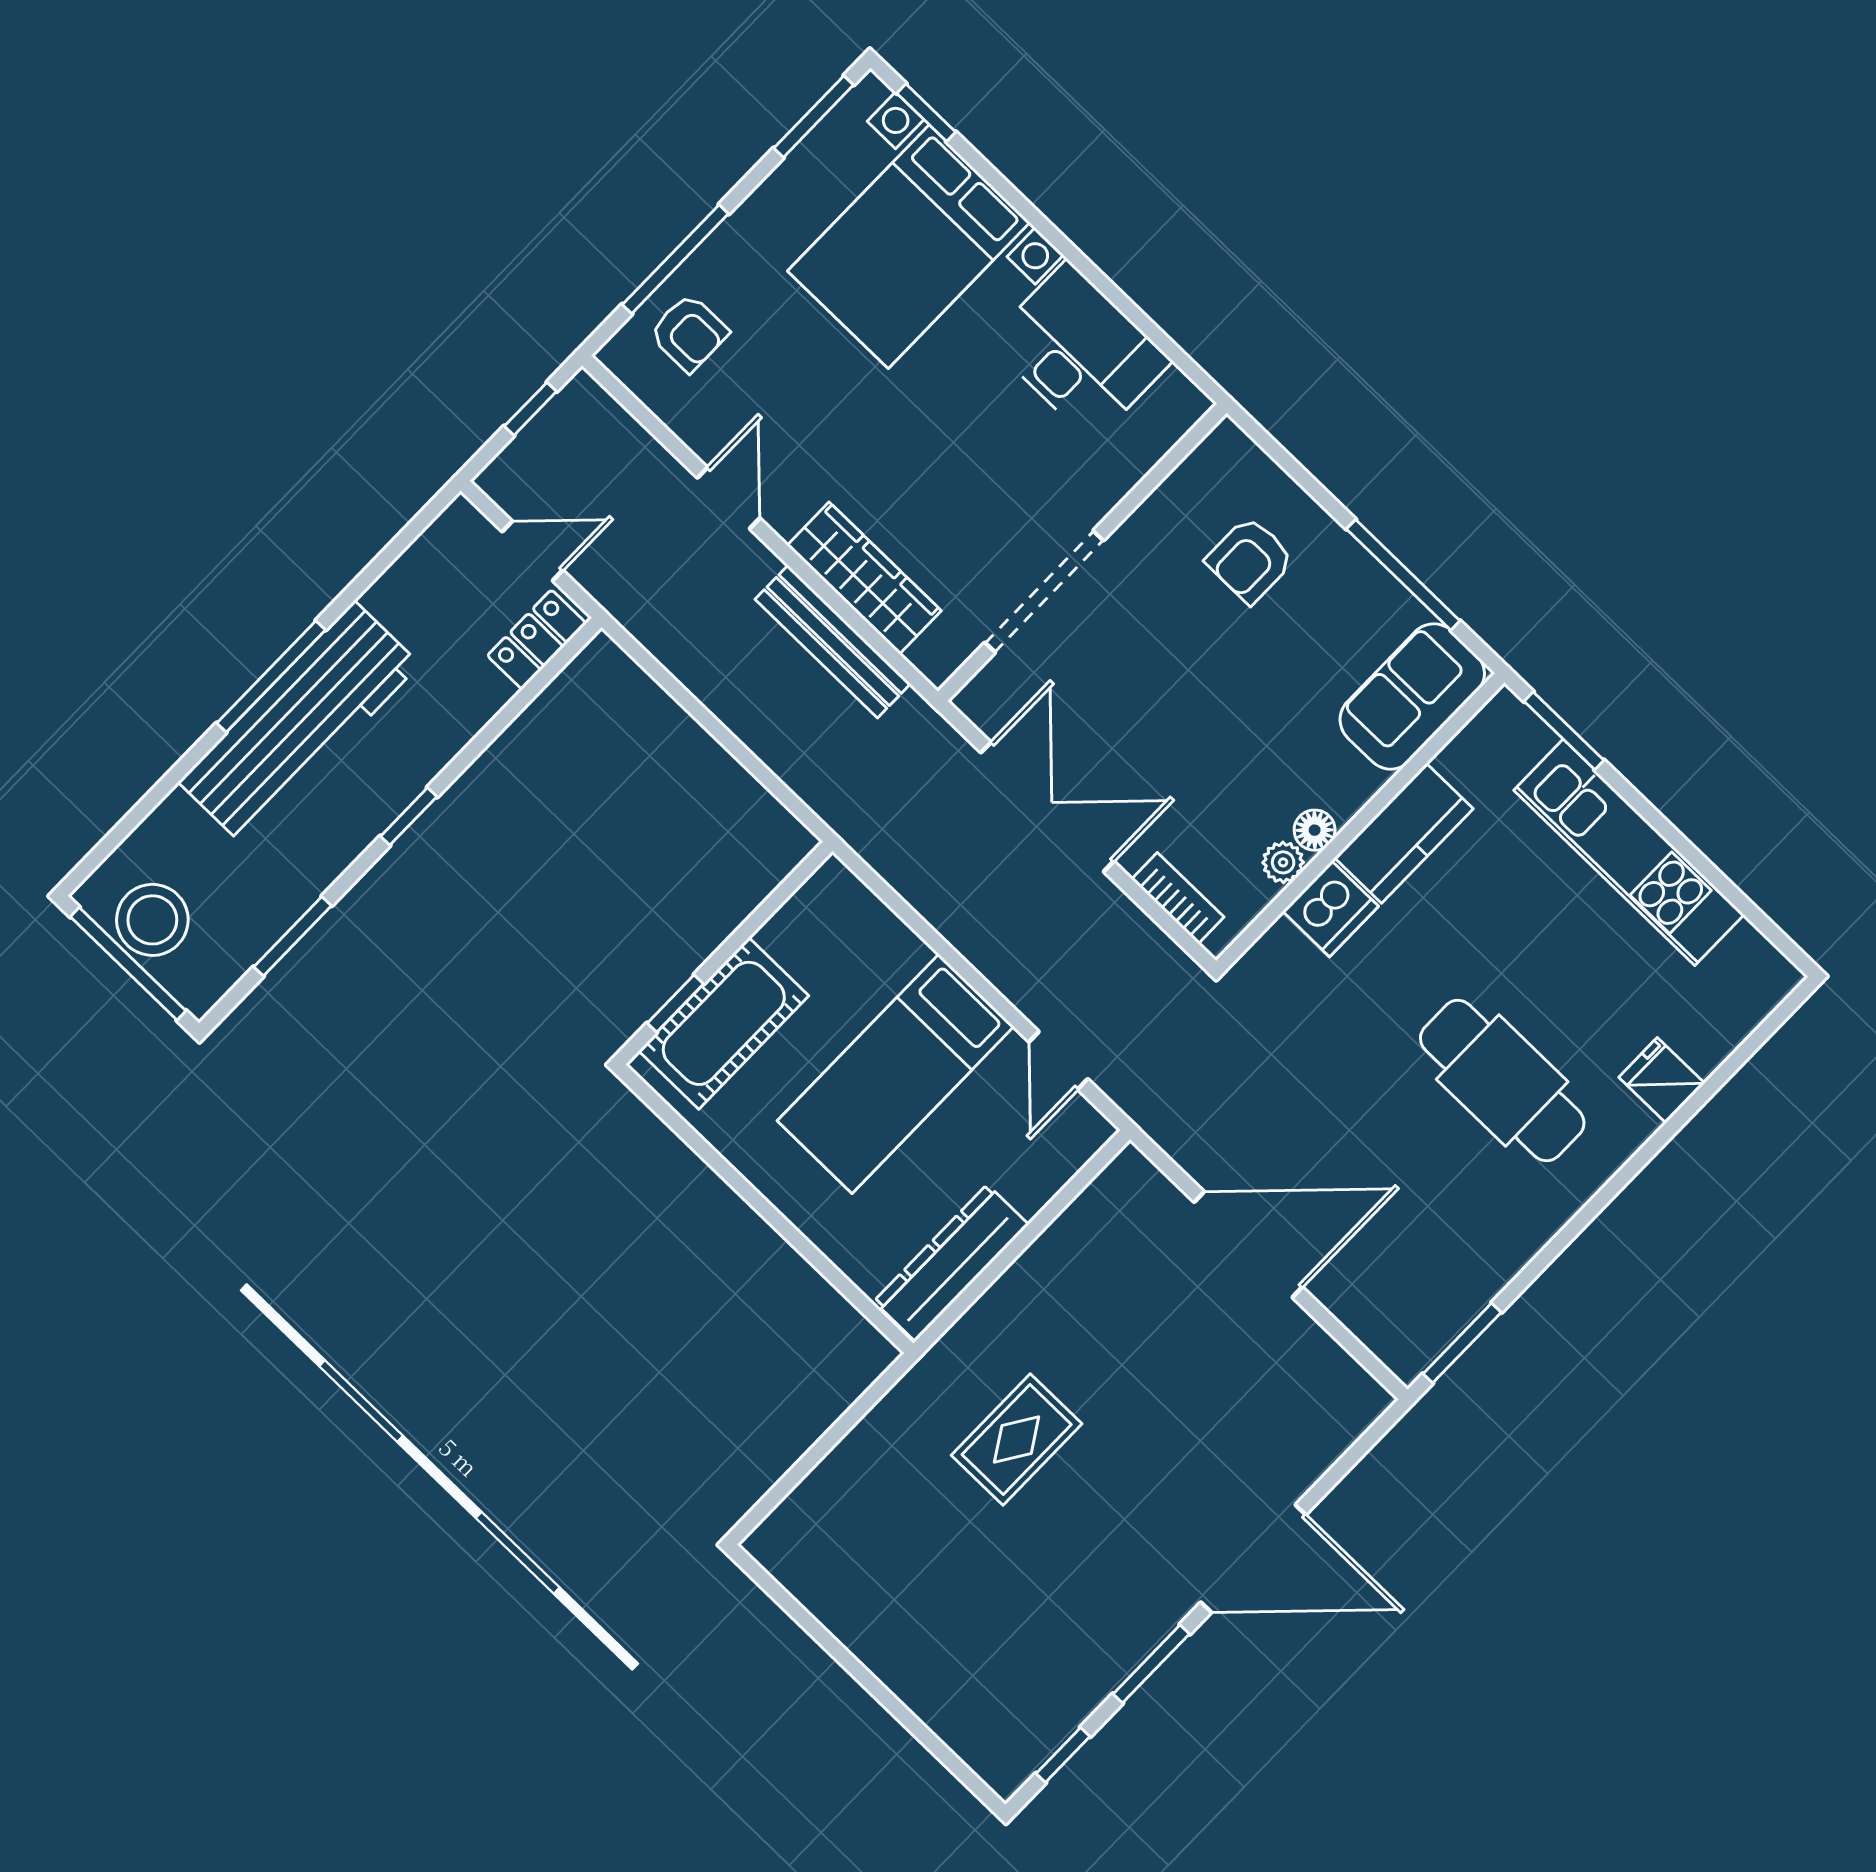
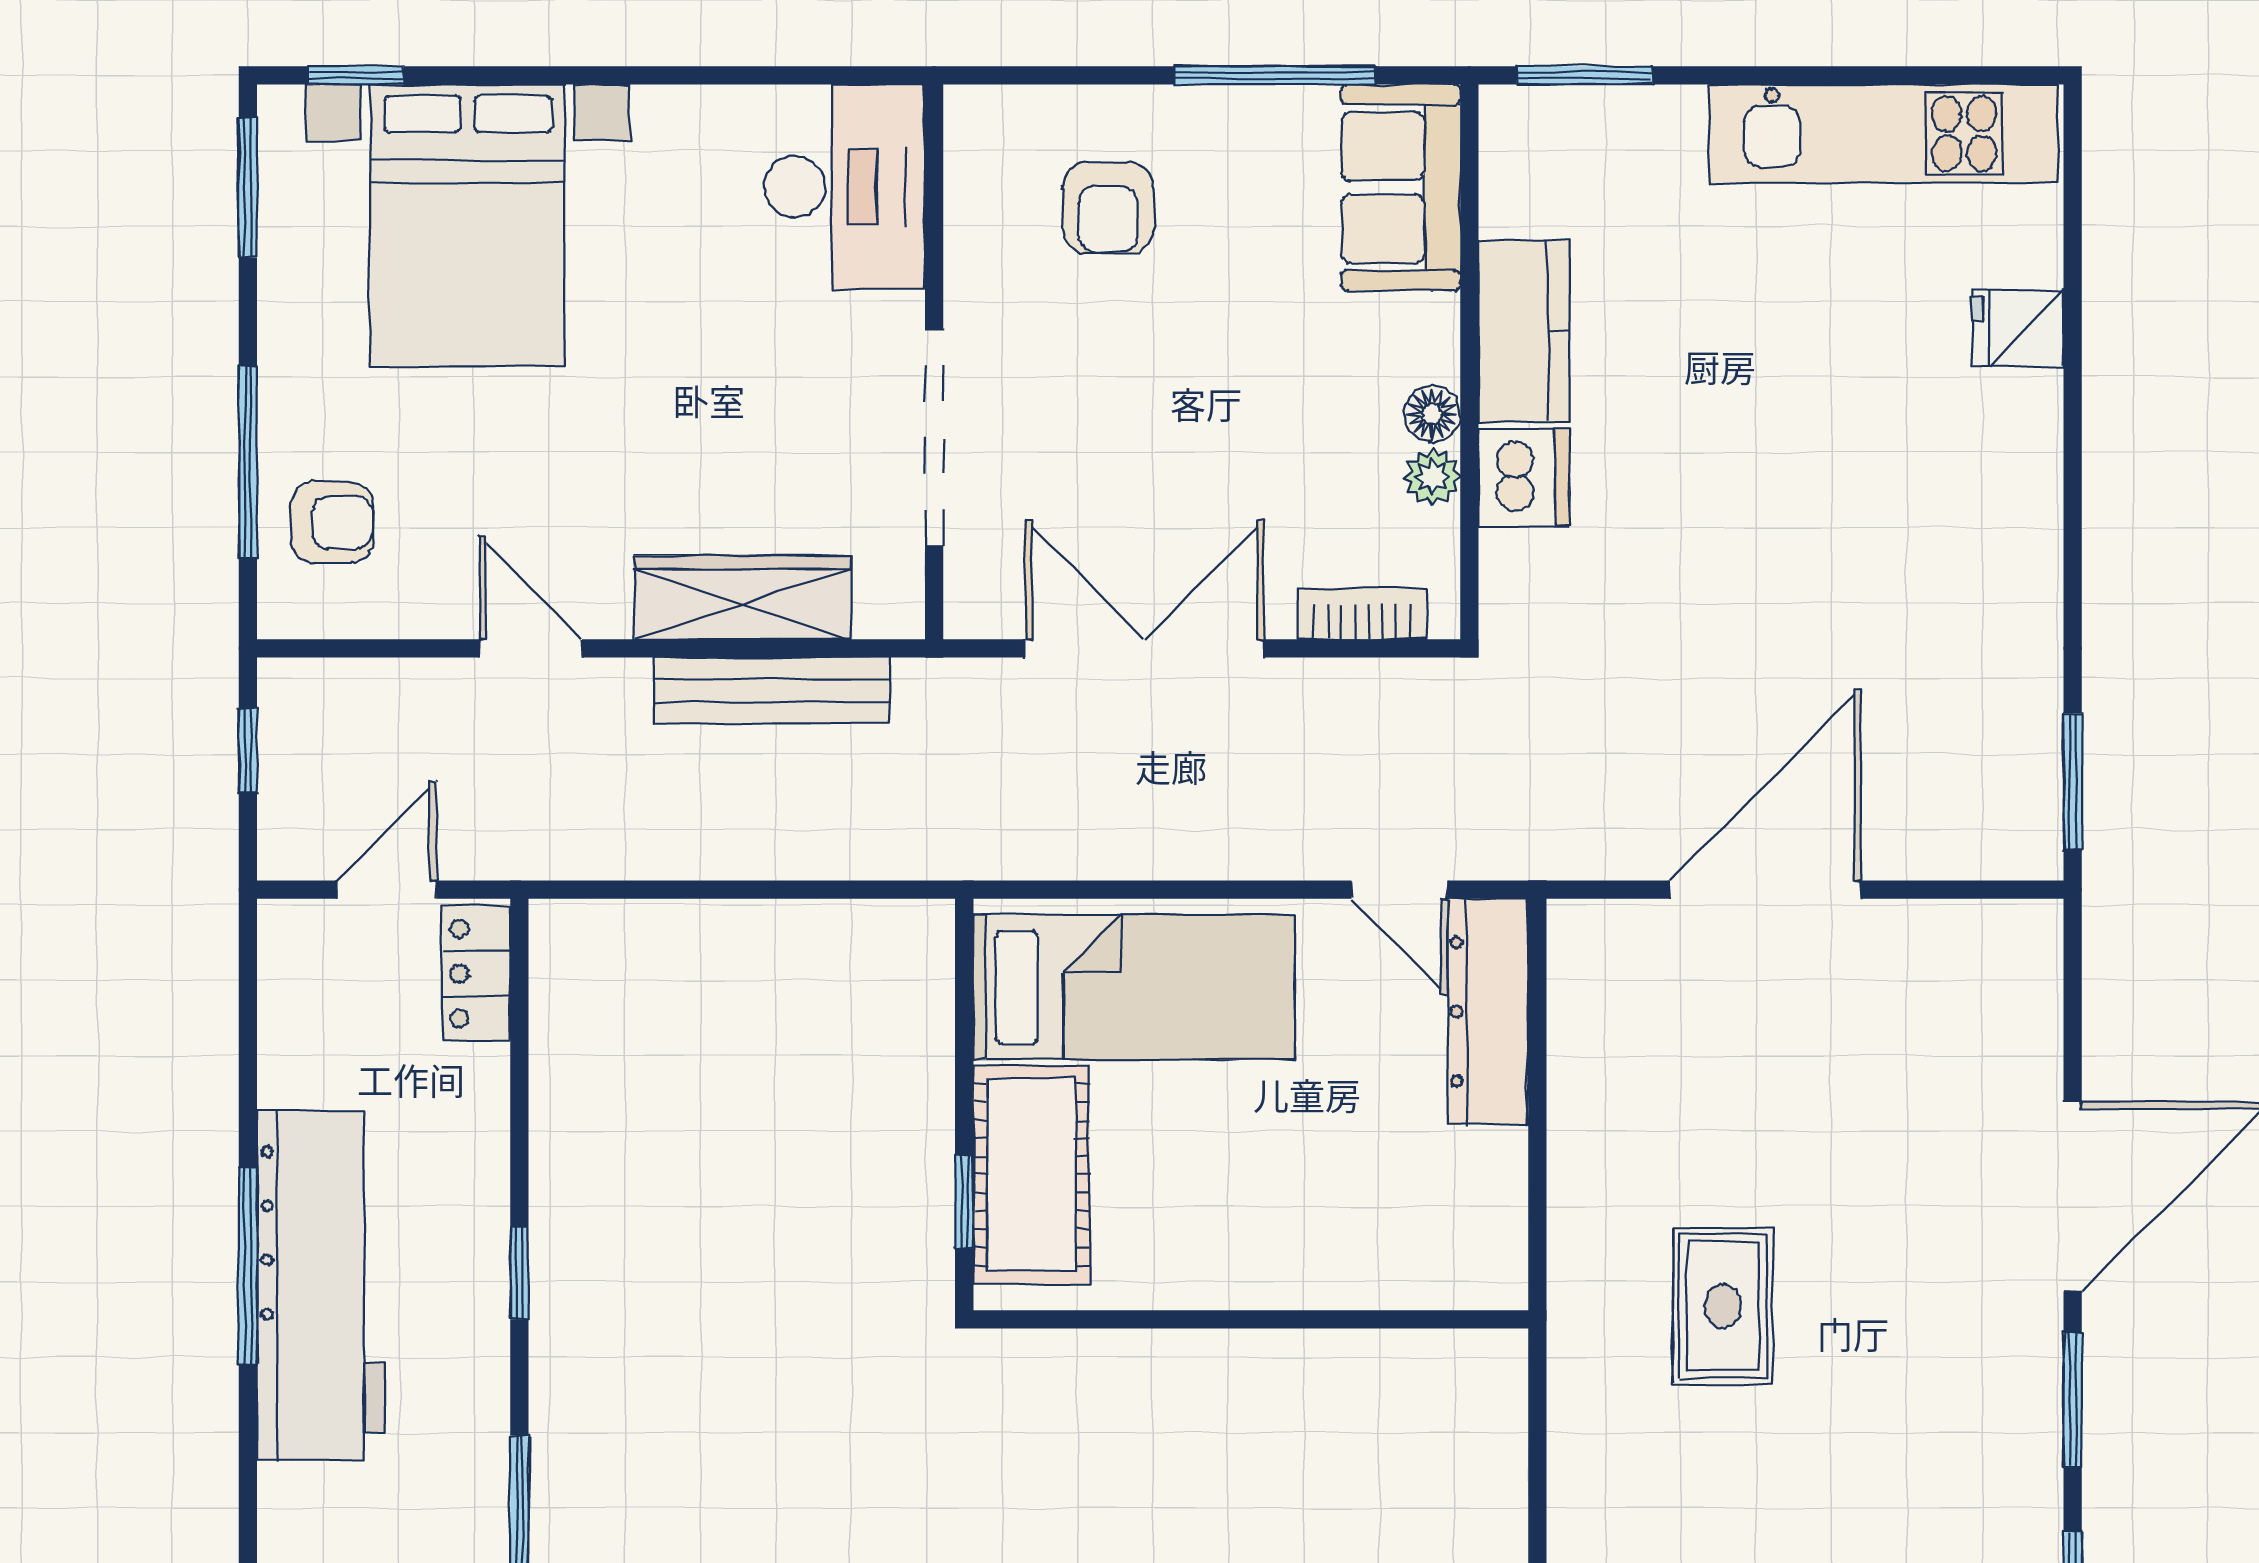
desk: (1080, 351) -> (845, 187), moved, turned 90
kitchen unit: (1629, 852) -> (1884, 134), moved
bed: (896, 1074) -> (1134, 987), moved, turned -90
cafe table: (1502, 1081) -> (1860, 482), removed
dresser: (951, 1263) -> (1488, 1012), moved

